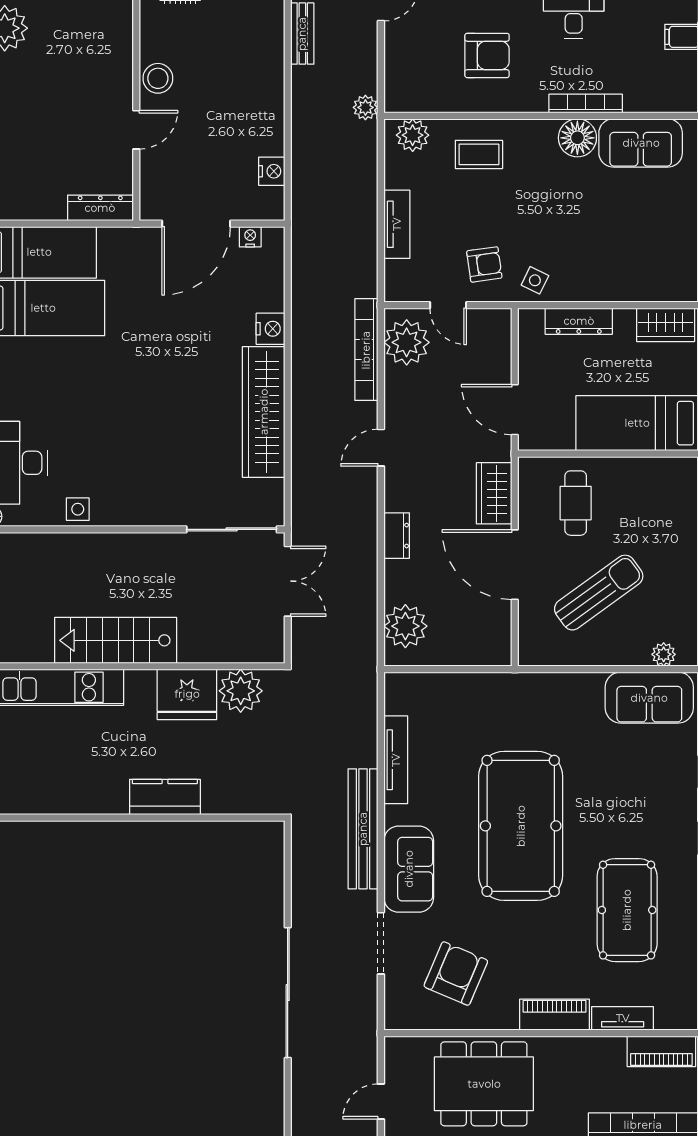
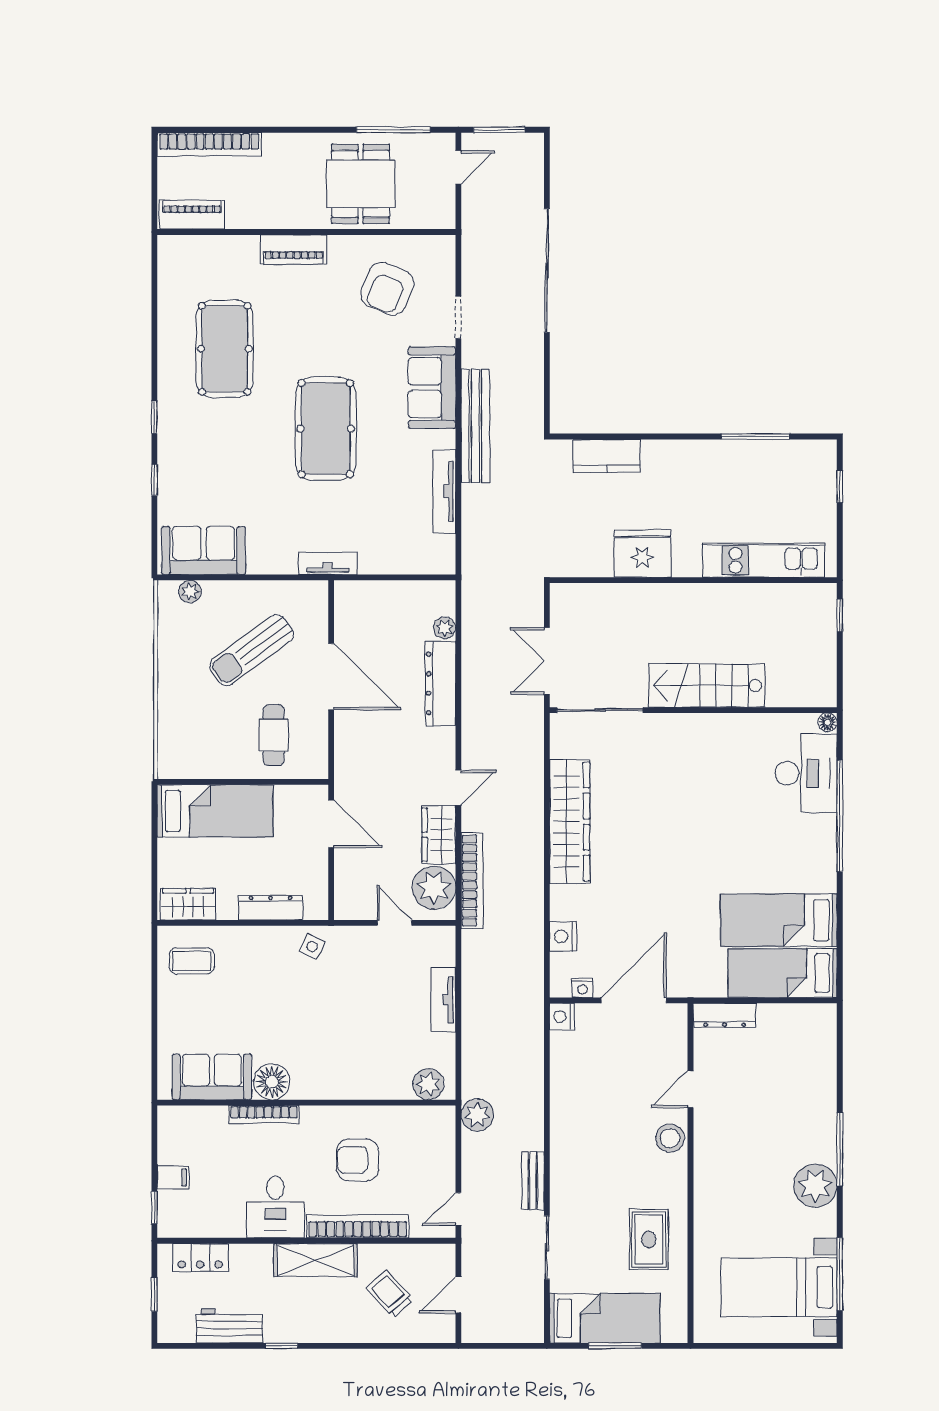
plant: (365, 107) -> (477, 1115), width x1.38, depth x1.38
coffee table: (479, 154) -> (192, 961), moved
nightstand: (272, 171) -> (562, 1017), moved
armchair: (484, 264) -> (360, 962), removed
nightstand: (270, 329) -> (563, 936), moved
wardrobe: (494, 493) -> (439, 835), moved, turned 180
side table: (78, 509) -> (746, 729), removed
dresser: (397, 536) -> (440, 683), width x1.96, depth x1.24
plant: (405, 626) -> (445, 628), width x0.53, depth x0.53
stairs: (116, 640) -> (707, 686), moved, turned 180
plant: (241, 691) -> (591, 557), removed
kitchen counter: (165, 797) -> (607, 456), moved
window: (68, 818) -> (755, 437), added
pool table: (521, 826) -> (326, 429), width x0.73, depth x0.76
doorway: (381, 943) -> (458, 317), width x0.73
tv unit: (623, 1018) -> (328, 564), moved, turned 180
dining table: (484, 1084) -> (361, 184), width x0.73

